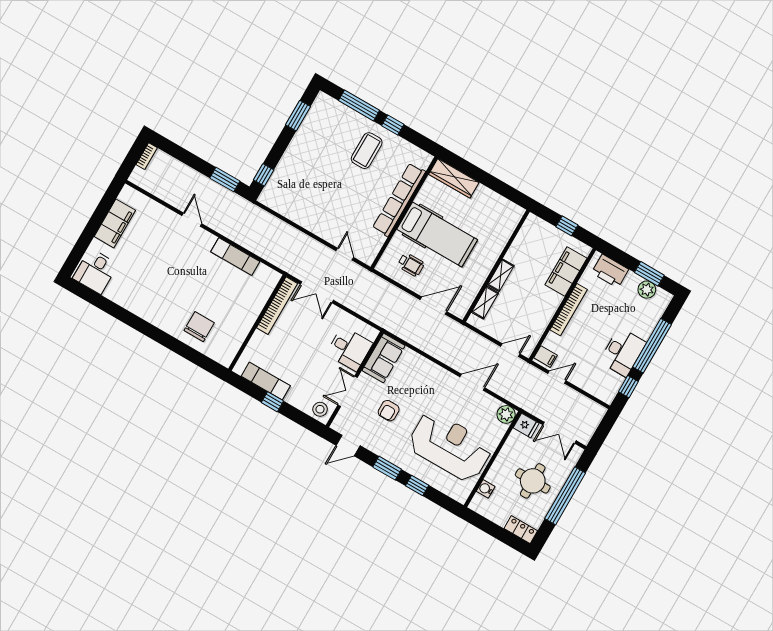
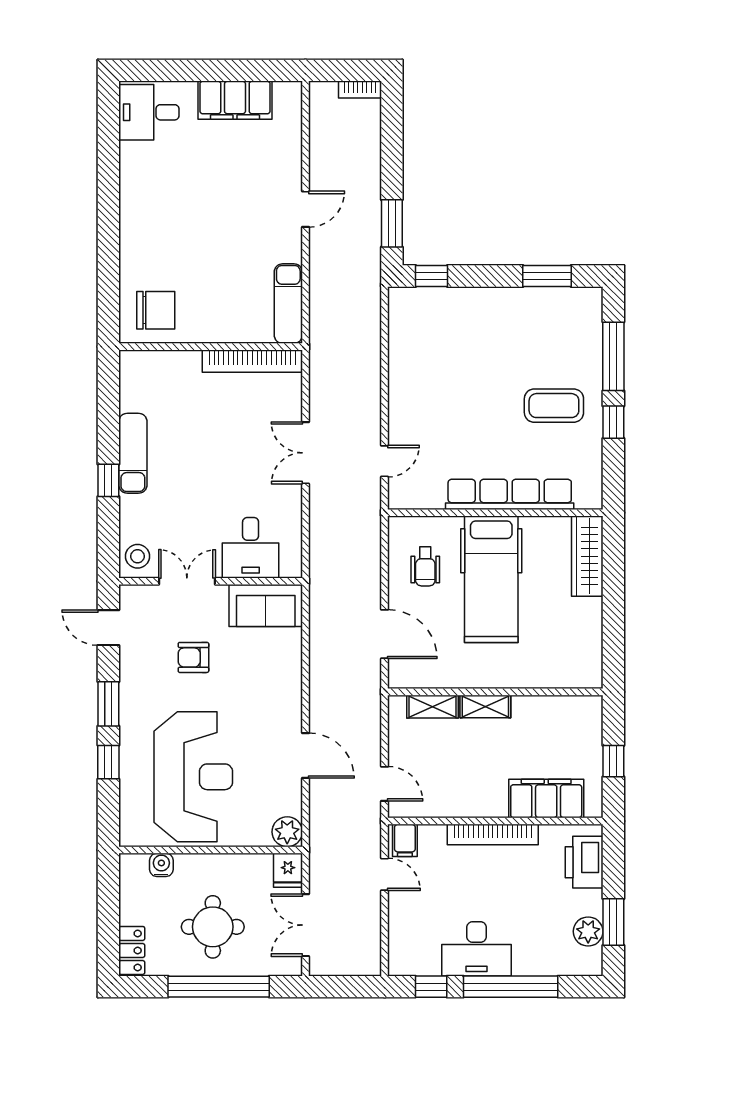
bookcase: (277, 306) -> (252, 361), moved
wall: (257, 323) -> (211, 347), moved

